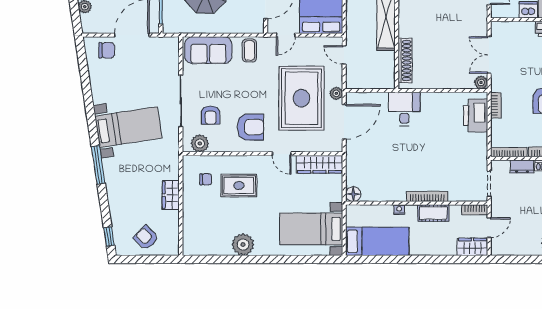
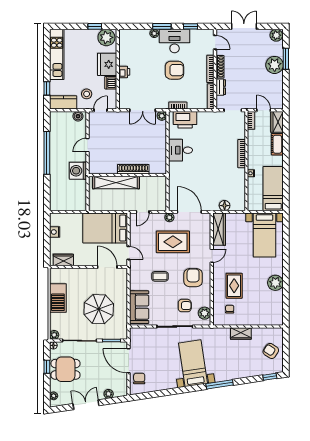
coffee table: (249, 50) -> (160, 276), moved
shoe rack: (405, 60) -> (133, 169), moved
rug: (301, 98) -> (173, 242), width x0.73, depth x0.69
desk: (404, 109) -> (180, 150), moved
floor lamp: (353, 194) -> (225, 206), moved
cot: (433, 213) -> (277, 144), moved
armchair: (146, 238) -> (271, 351), turned 79

